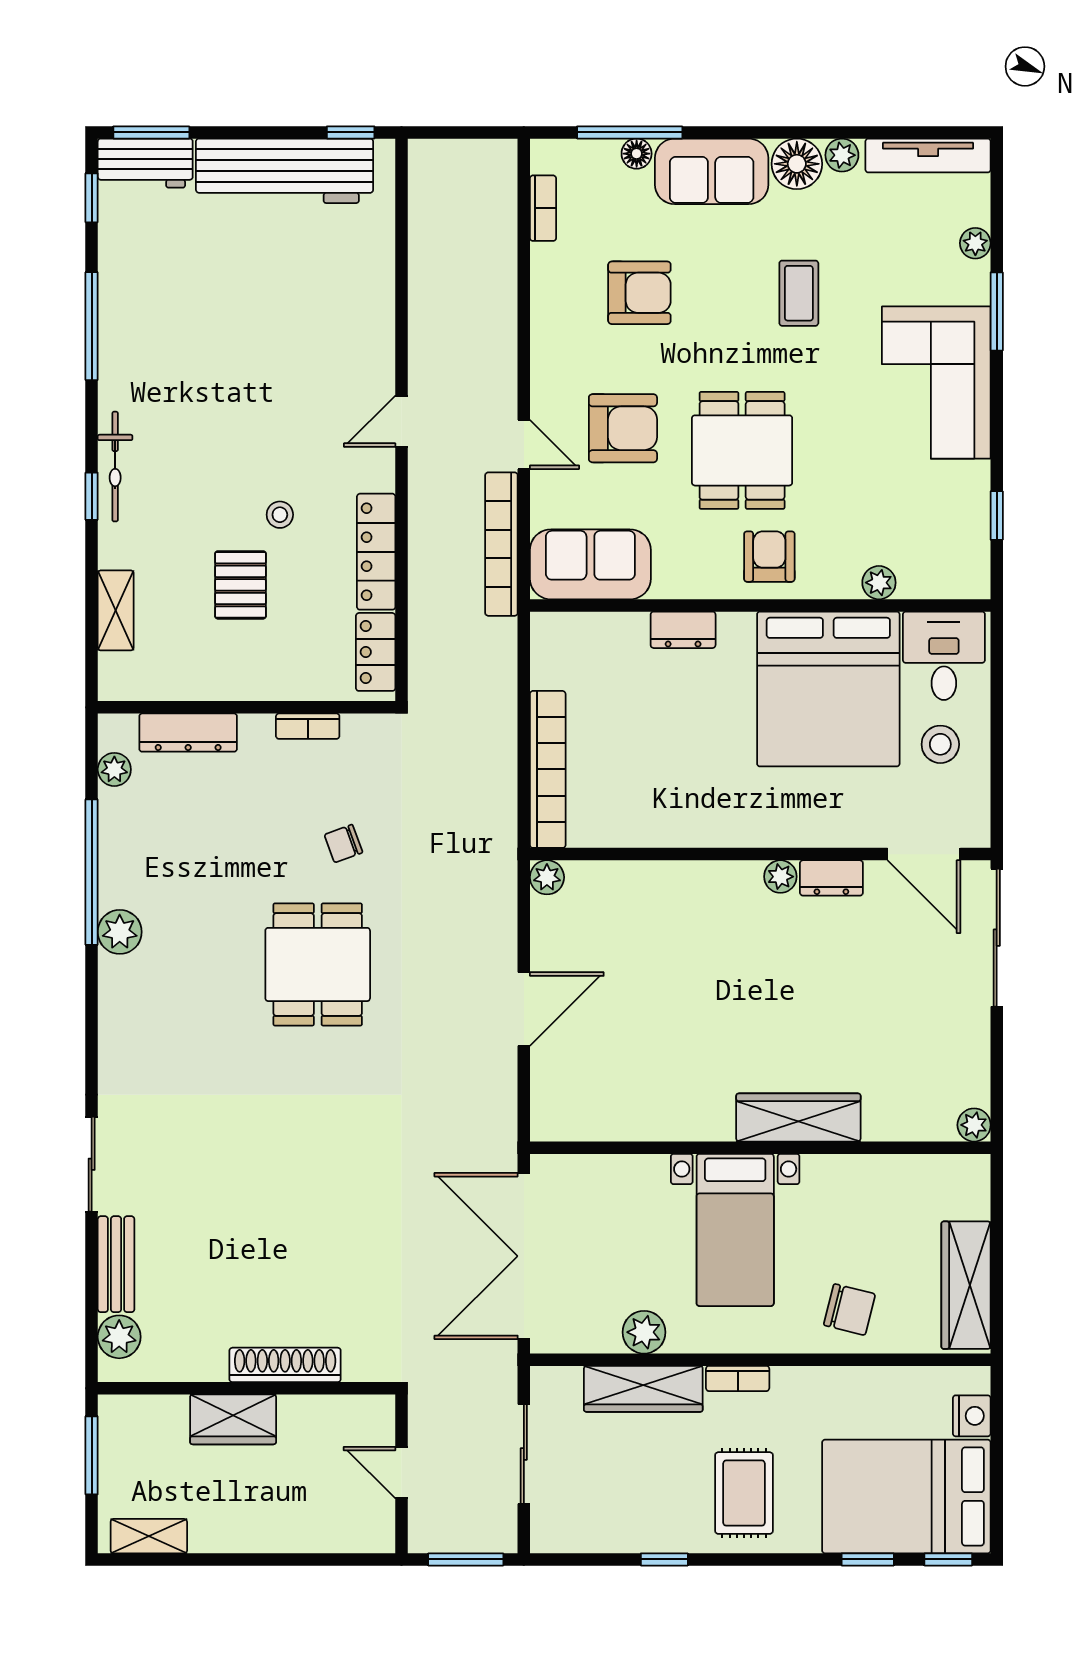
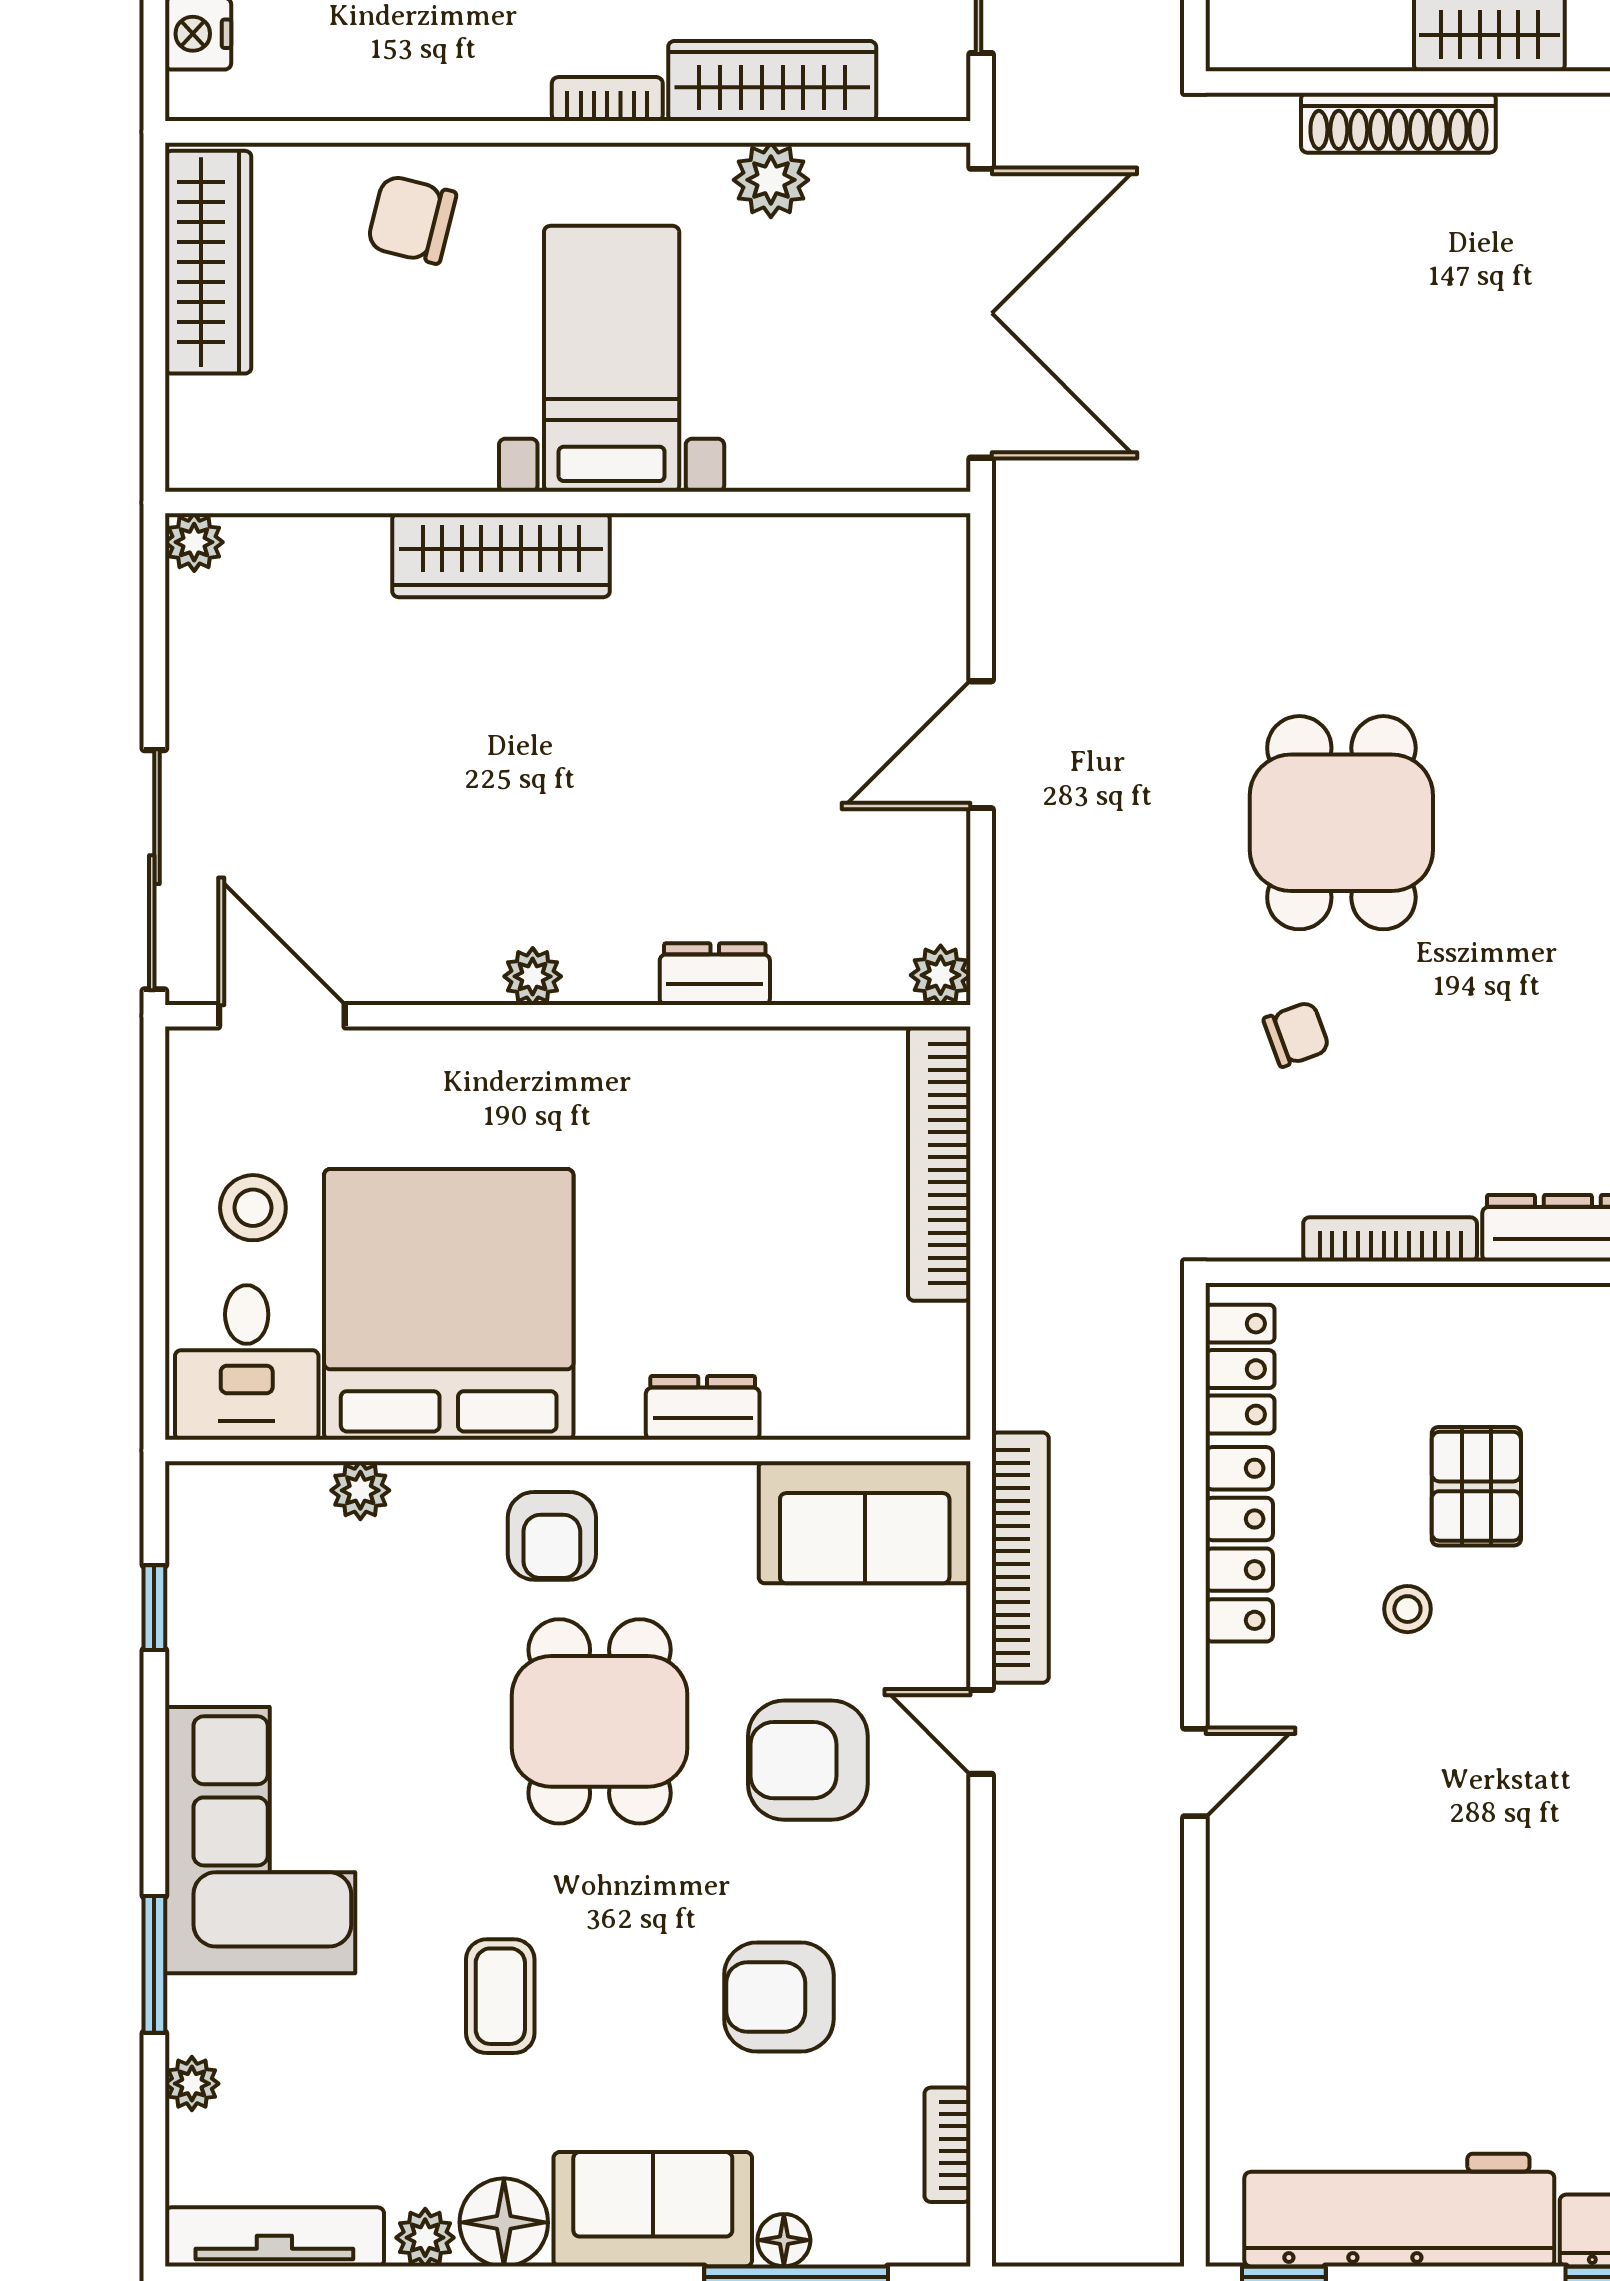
bookcase: (308, 726) -> (1390, 1239), width x1.56
dresser: (831, 878) -> (715, 974), moved

